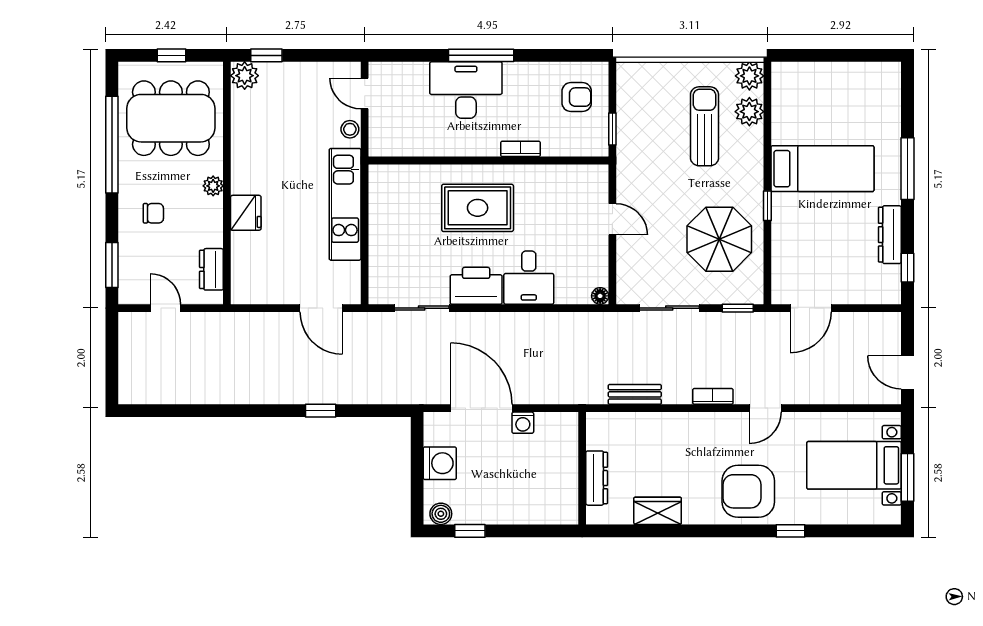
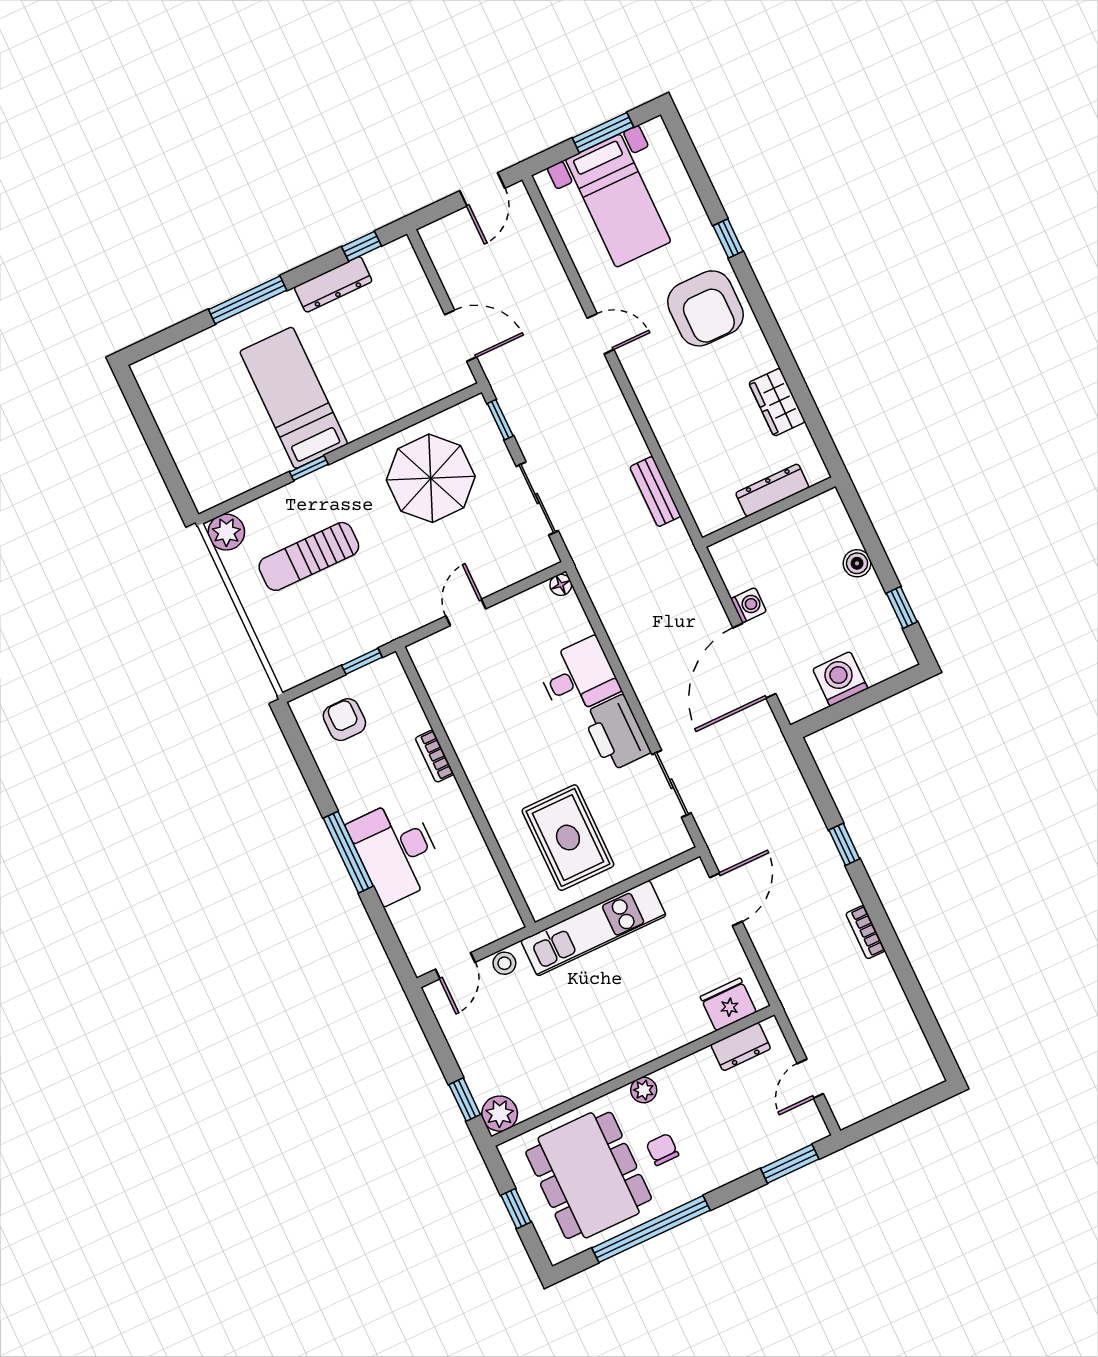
plant: (749, 112) -> (268, 513), removed
window: (767, 206) -> (309, 468), moved
rug: (478, 208) -> (568, 838), moved
chair: (153, 213) -> (662, 1149), moved
fridge: (246, 213) -> (728, 1004), moved
bookcase: (713, 396) -> (865, 932), moved
boiler: (441, 514) -> (857, 563), moved

